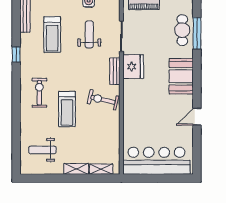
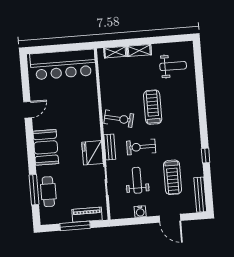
weight bench: (89, 34) -> (137, 180), turned 180
treadmill: (52, 35) -> (173, 177), turned 180
exercise bike: (39, 93) -> (141, 147), moved, turned 90

